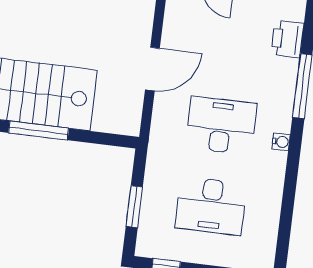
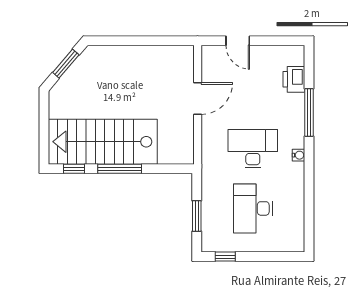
door: (152, 69) -> (198, 98), moved
desk: (211, 206) -> (253, 208), turned 90

